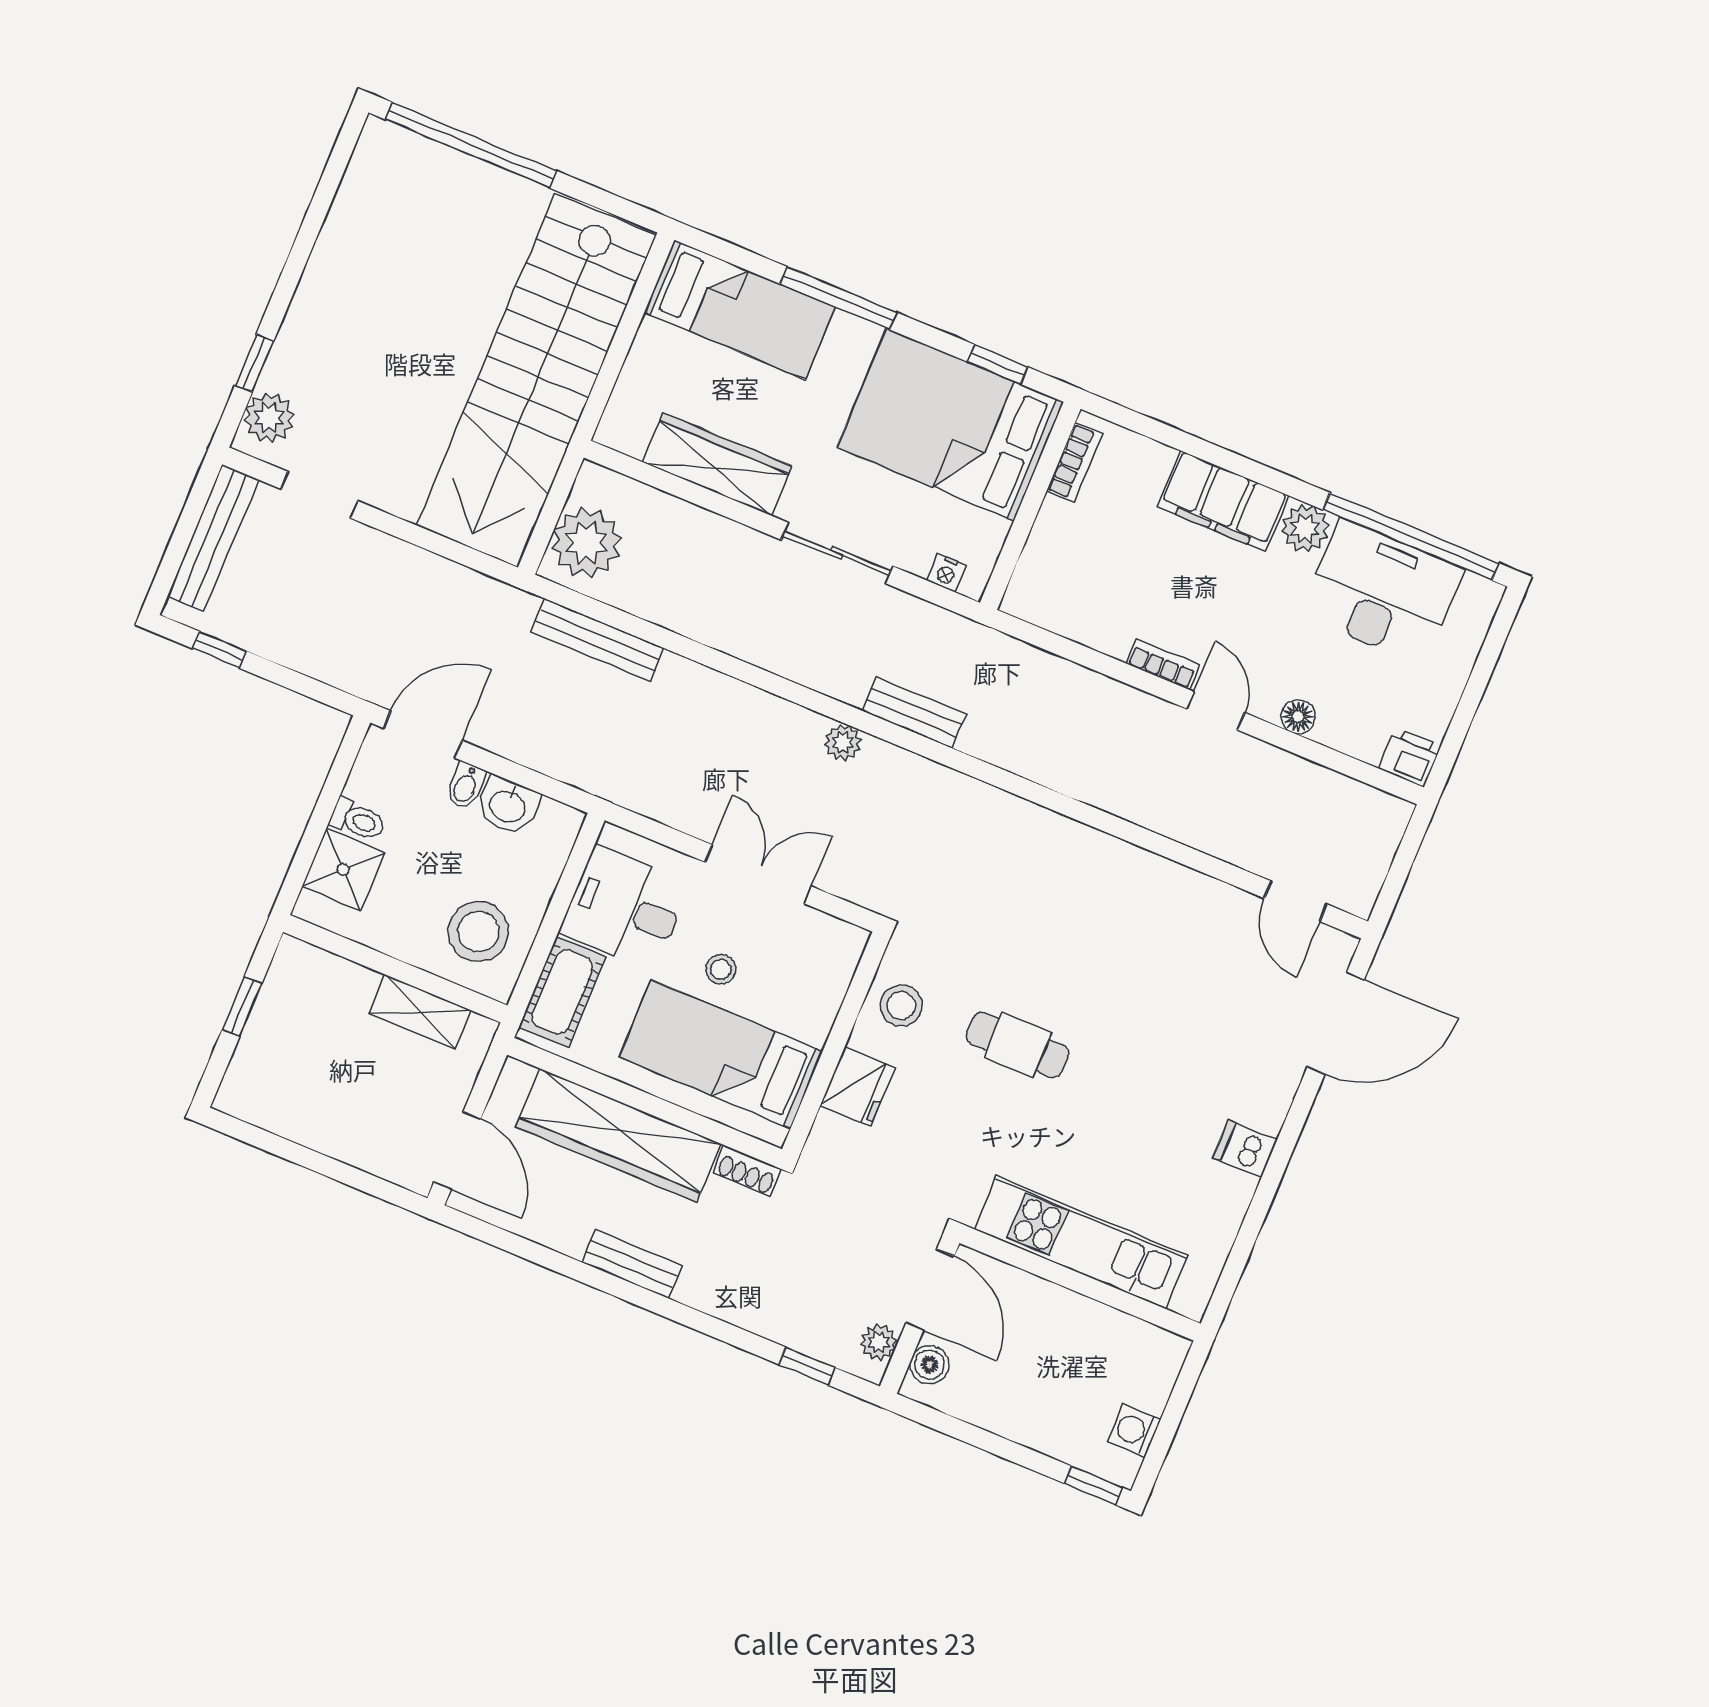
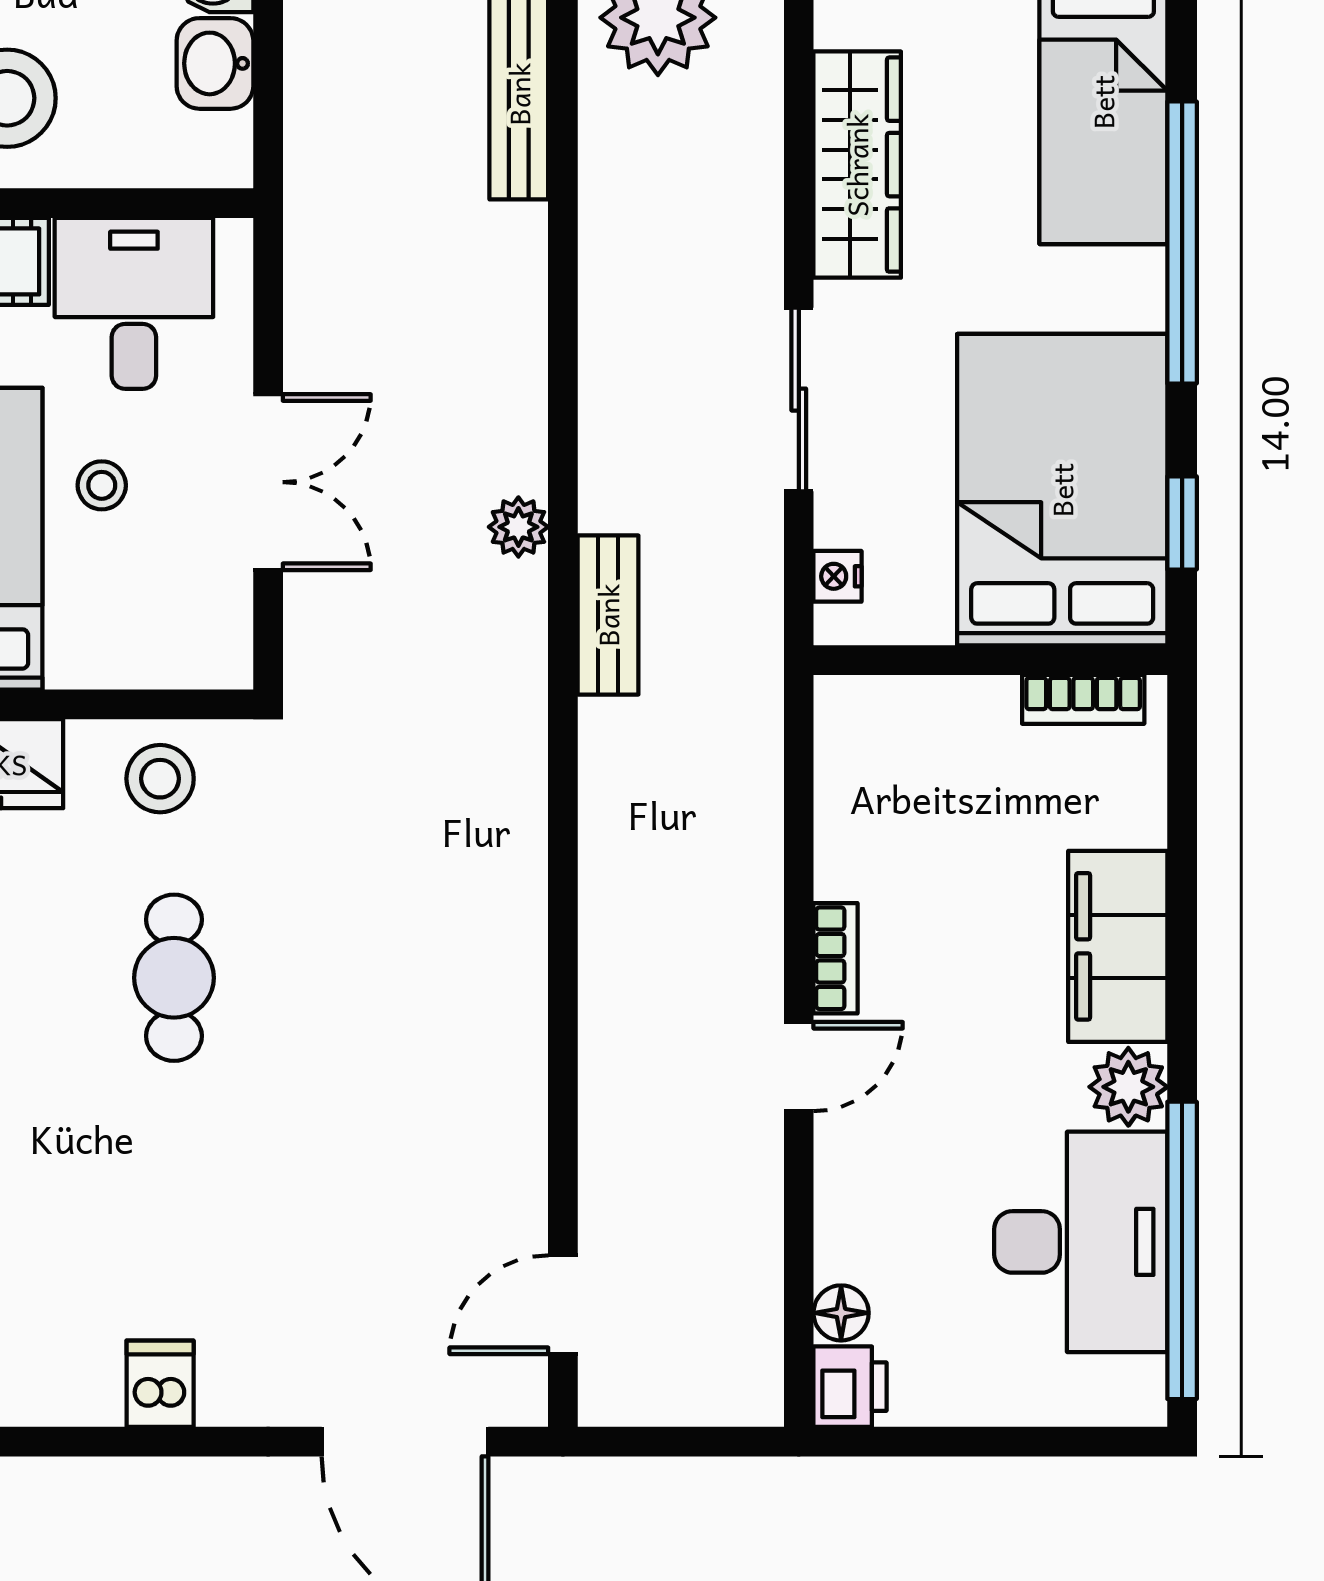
window: (838, 298) -> (1182, 242), width x1.46
floor lamp: (1298, 717) -> (841, 1313), moved

